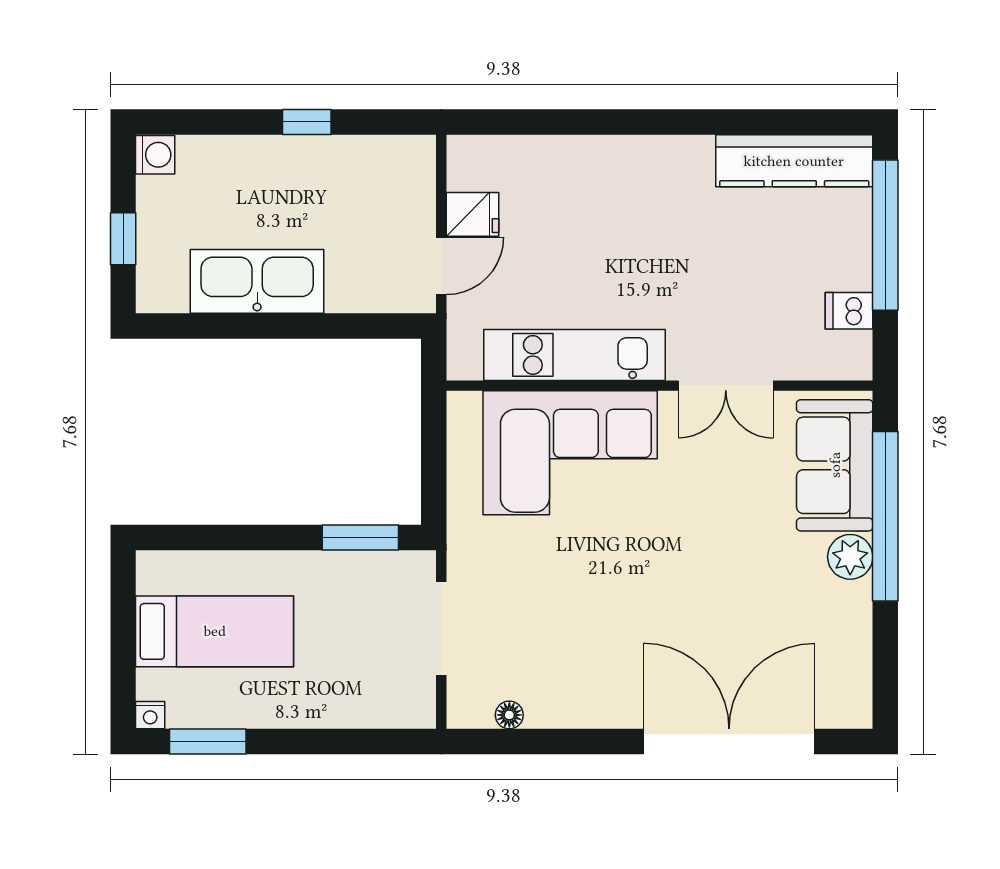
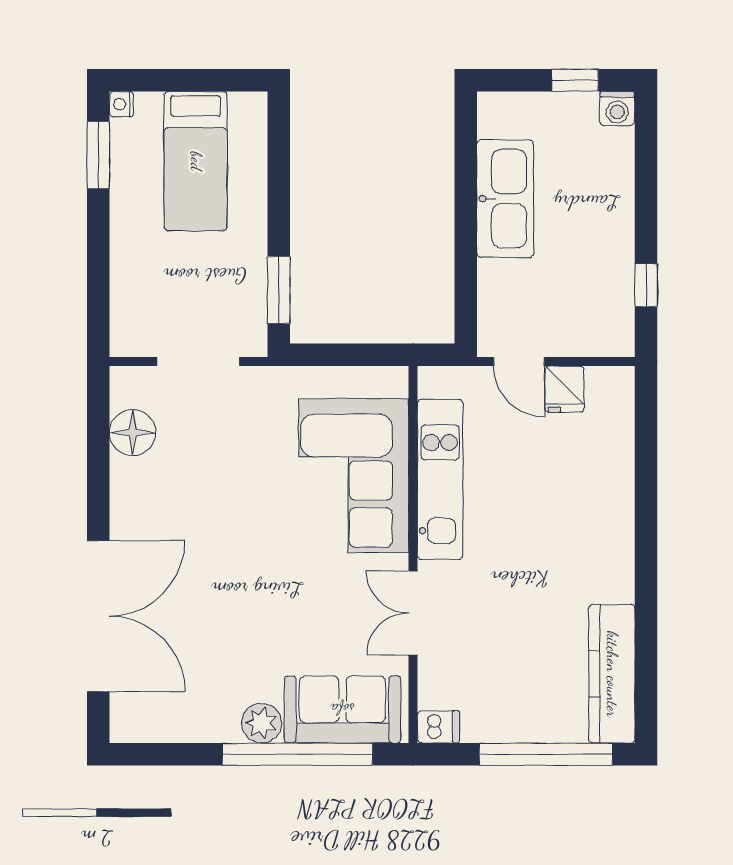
window: (307, 122) -> (646, 285), moved
window: (123, 239) -> (575, 80), moved
dishwasher: (849, 311) -> (438, 727), moved, turned 90
floor lamp: (509, 715) -> (133, 433), width x1.89, depth x1.89

